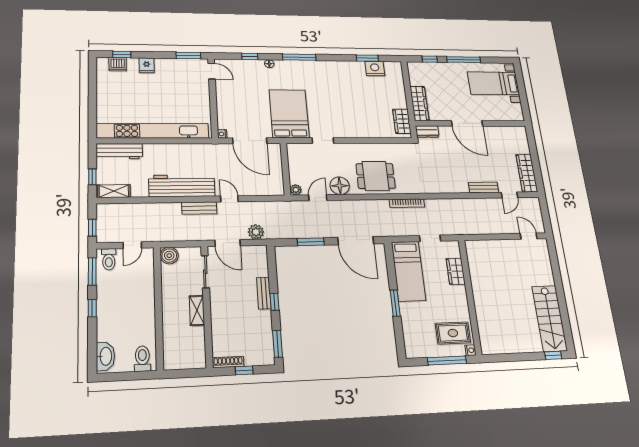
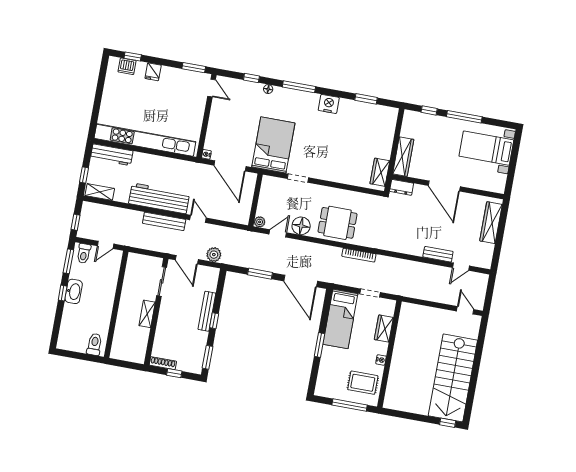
nightstand: (375, 68) -> (329, 104), moved
wardrobe: (527, 173) -> (491, 223), moved
bench: (199, 208) -> (164, 221), width x1.36
boiler: (169, 256) -> (135, 261), removed
bench: (264, 293) -> (207, 311), width x1.36
stairs: (550, 318) -> (453, 378), width x1.36, depth x1.51
nightstand: (470, 350) -> (381, 360), moved
washbasin: (105, 356) -> (74, 291), moved

